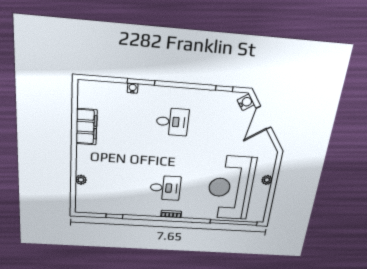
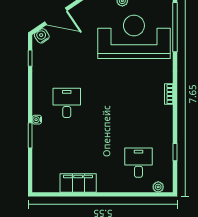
water cooler: (133, 88) -> (37, 120), moved
plant: (81, 180) -> (158, 187), moved
desk: (165, 188) -> (138, 163), moved
reception desk: (230, 188) -> (134, 37), turned 180

